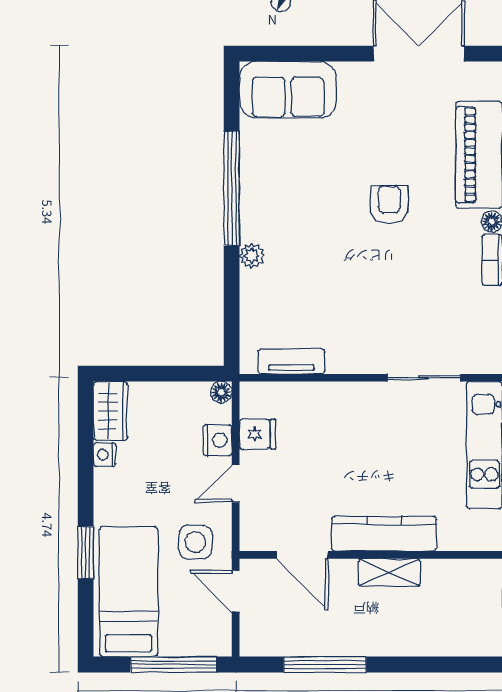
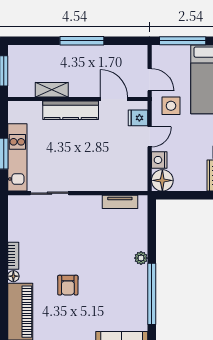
floor lamp: (221, 392) -> (162, 180), width x1.89, depth x1.89
fridge: (258, 434) -> (138, 118), moved
shelving: (389, 572) -> (52, 90), moved
window: (325, 665) -> (82, 41), moved

